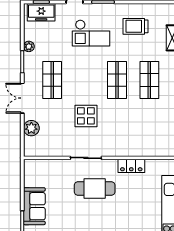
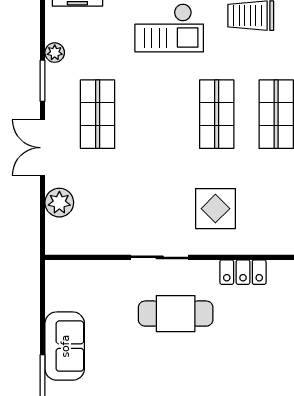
display table: (86, 116) -> (215, 209), moved

